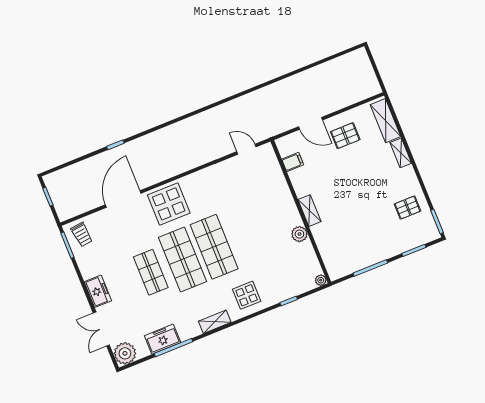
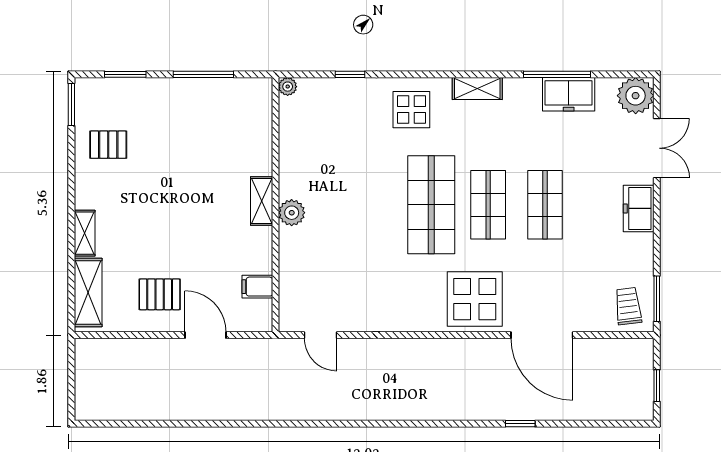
door: (123, 199) -> (542, 335), hinge flipped
plant: (299, 234) -> (292, 213), moved
shop shelf: (182, 259) -> (488, 205), width x0.70, depth x0.74

